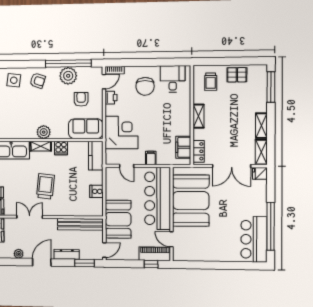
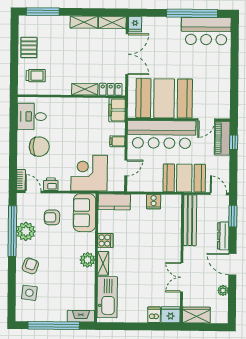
shelving: (198, 116) -> (85, 89), moved
filing cabinet: (183, 147) -> (117, 110), moved, turned 90
trolley: (45, 186) -> (148, 259), removed

